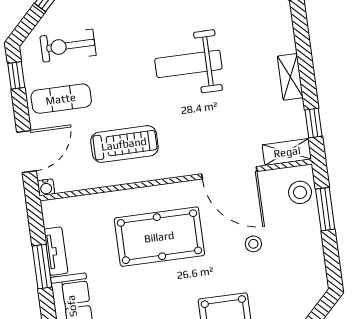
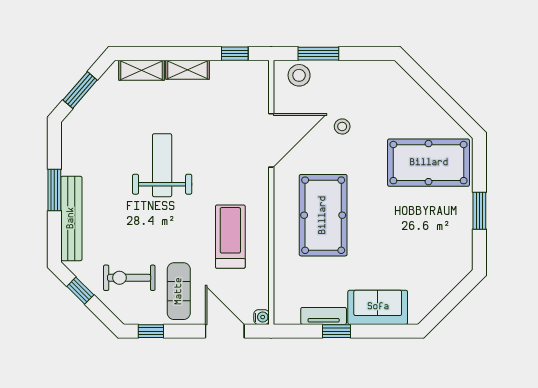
exercise bike: (68, 46) -> (129, 278), turned 90
weight bench: (188, 64) -> (162, 165), turned 180
shelving: (287, 152) -> (142, 70), moved, turned 90
window: (42, 267) -> (337, 331), width x0.67

